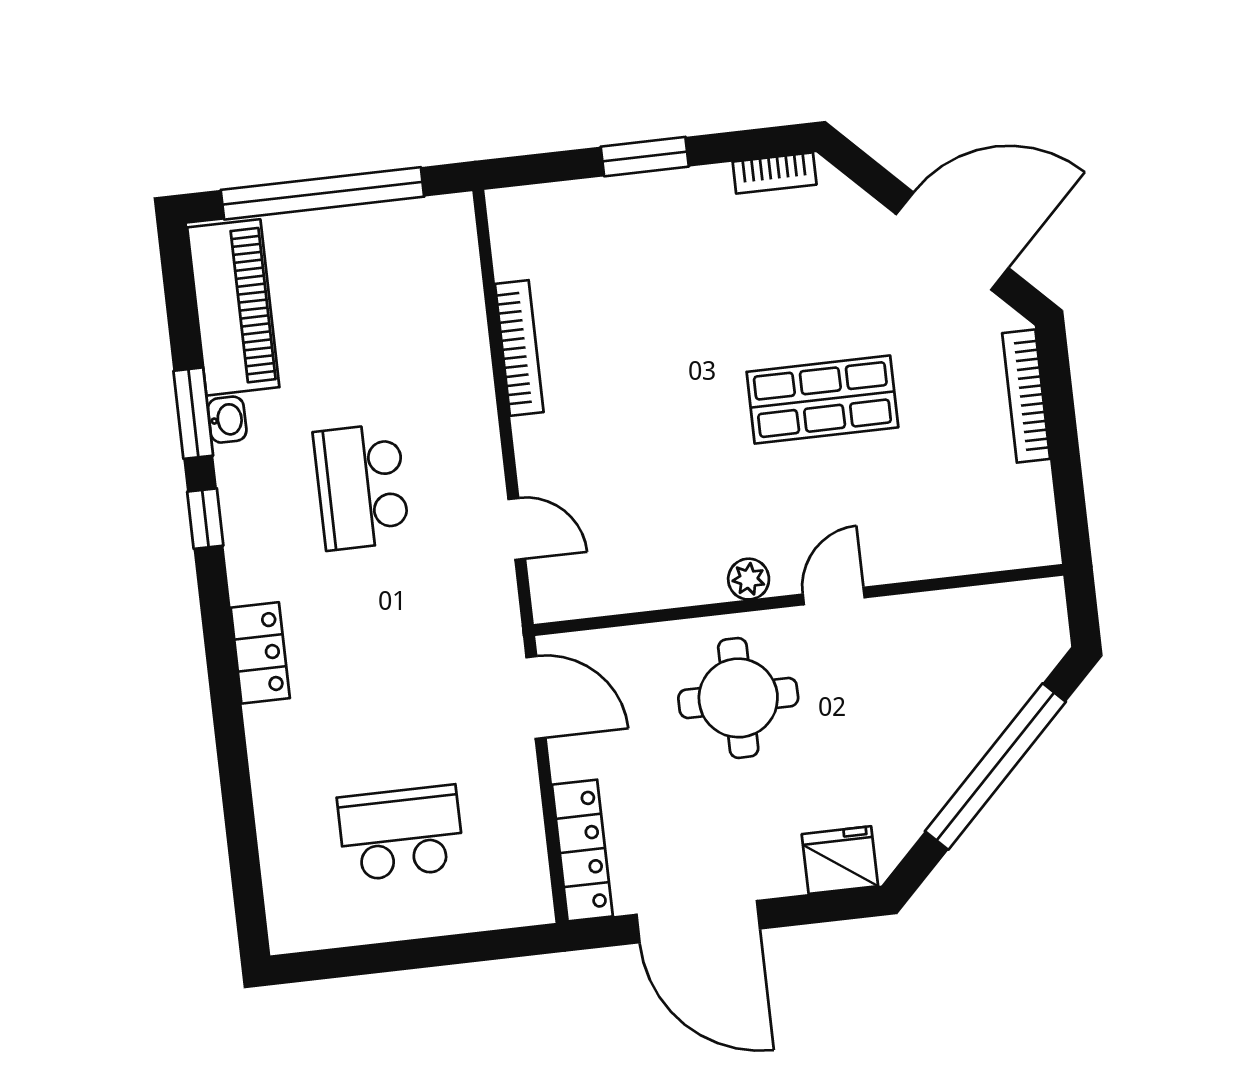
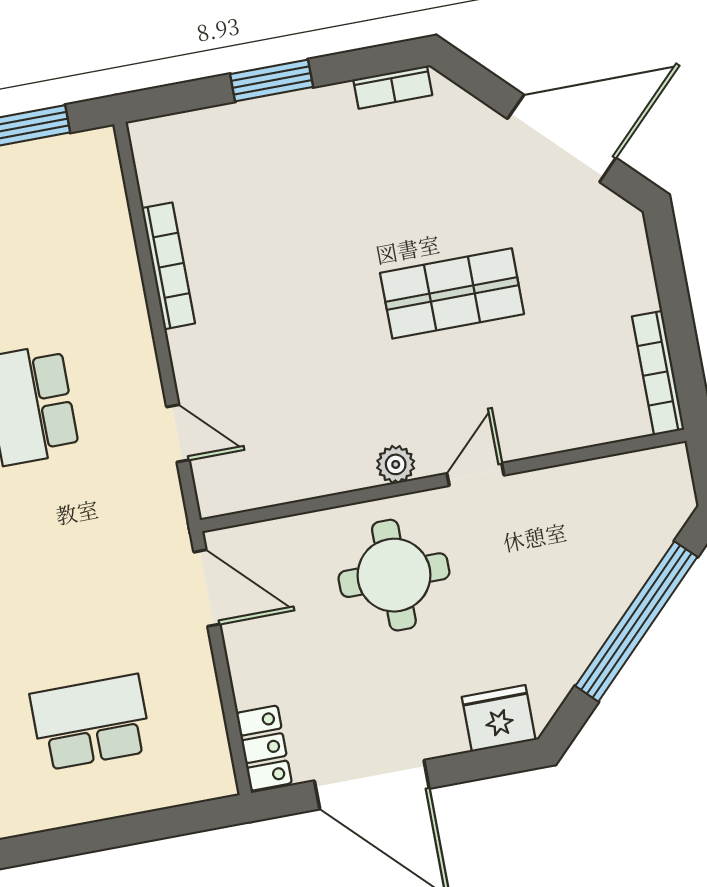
bookcase: (1026, 396) -> (658, 373), moved
locker: (582, 850) -> (264, 748), width x0.66

